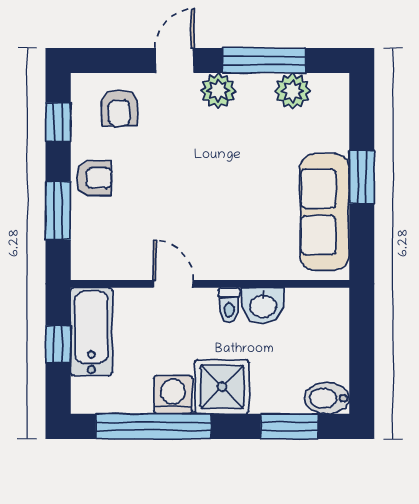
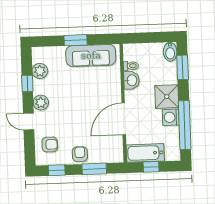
window: (264, 60) -> (27, 83), width x0.46
door: (173, 284) -> (124, 119), width x1.88
toilet: (229, 305) -> (131, 66), moved

